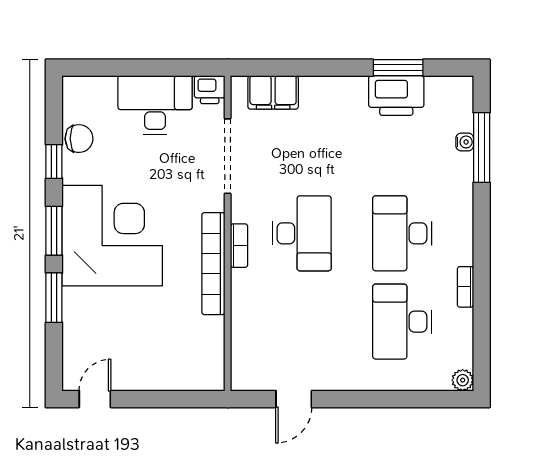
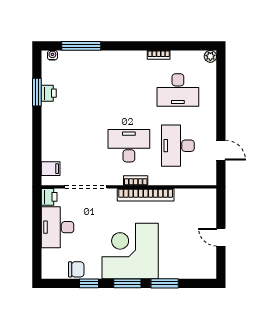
filing cabinet: (273, 92) -> (51, 169), width x0.50
printer: (396, 95) -> (49, 93), width x0.53, depth x0.68
chair: (79, 139) -> (76, 269), turned 91
water cooler: (465, 142) -> (52, 55), moved
desk: (402, 233) -> (178, 146), moved, turned 90
door: (95, 399) -> (221, 237), moved

